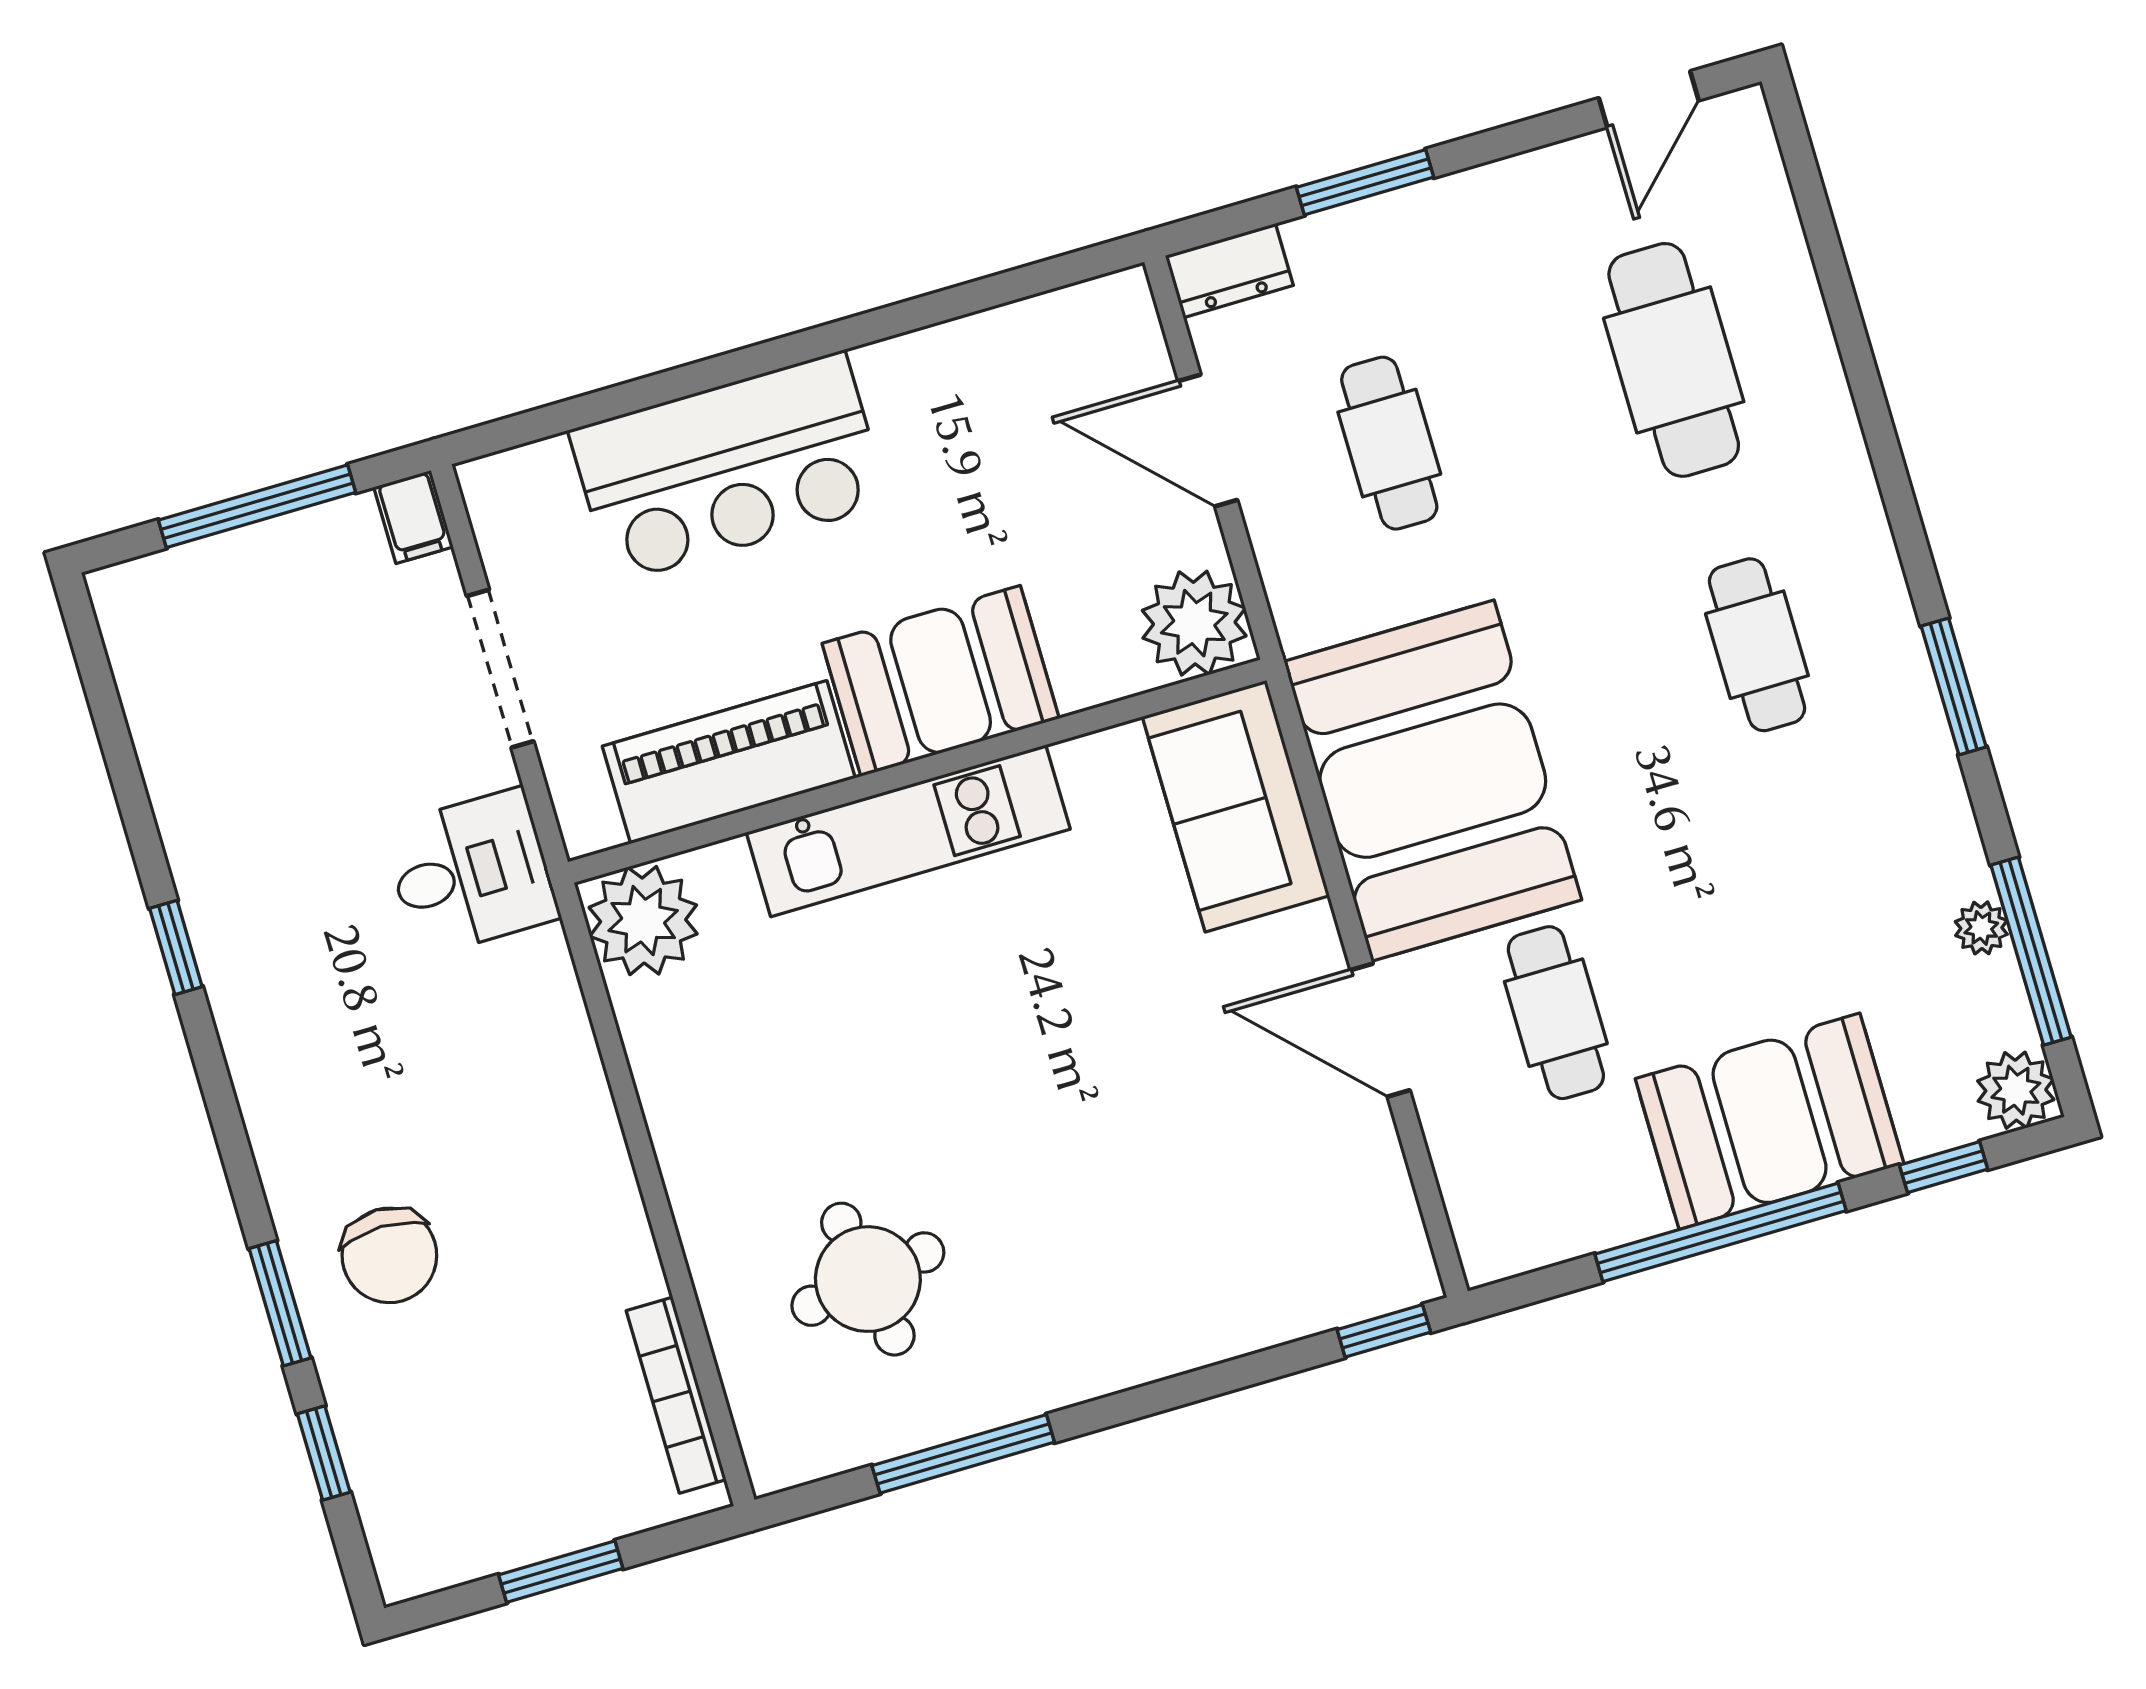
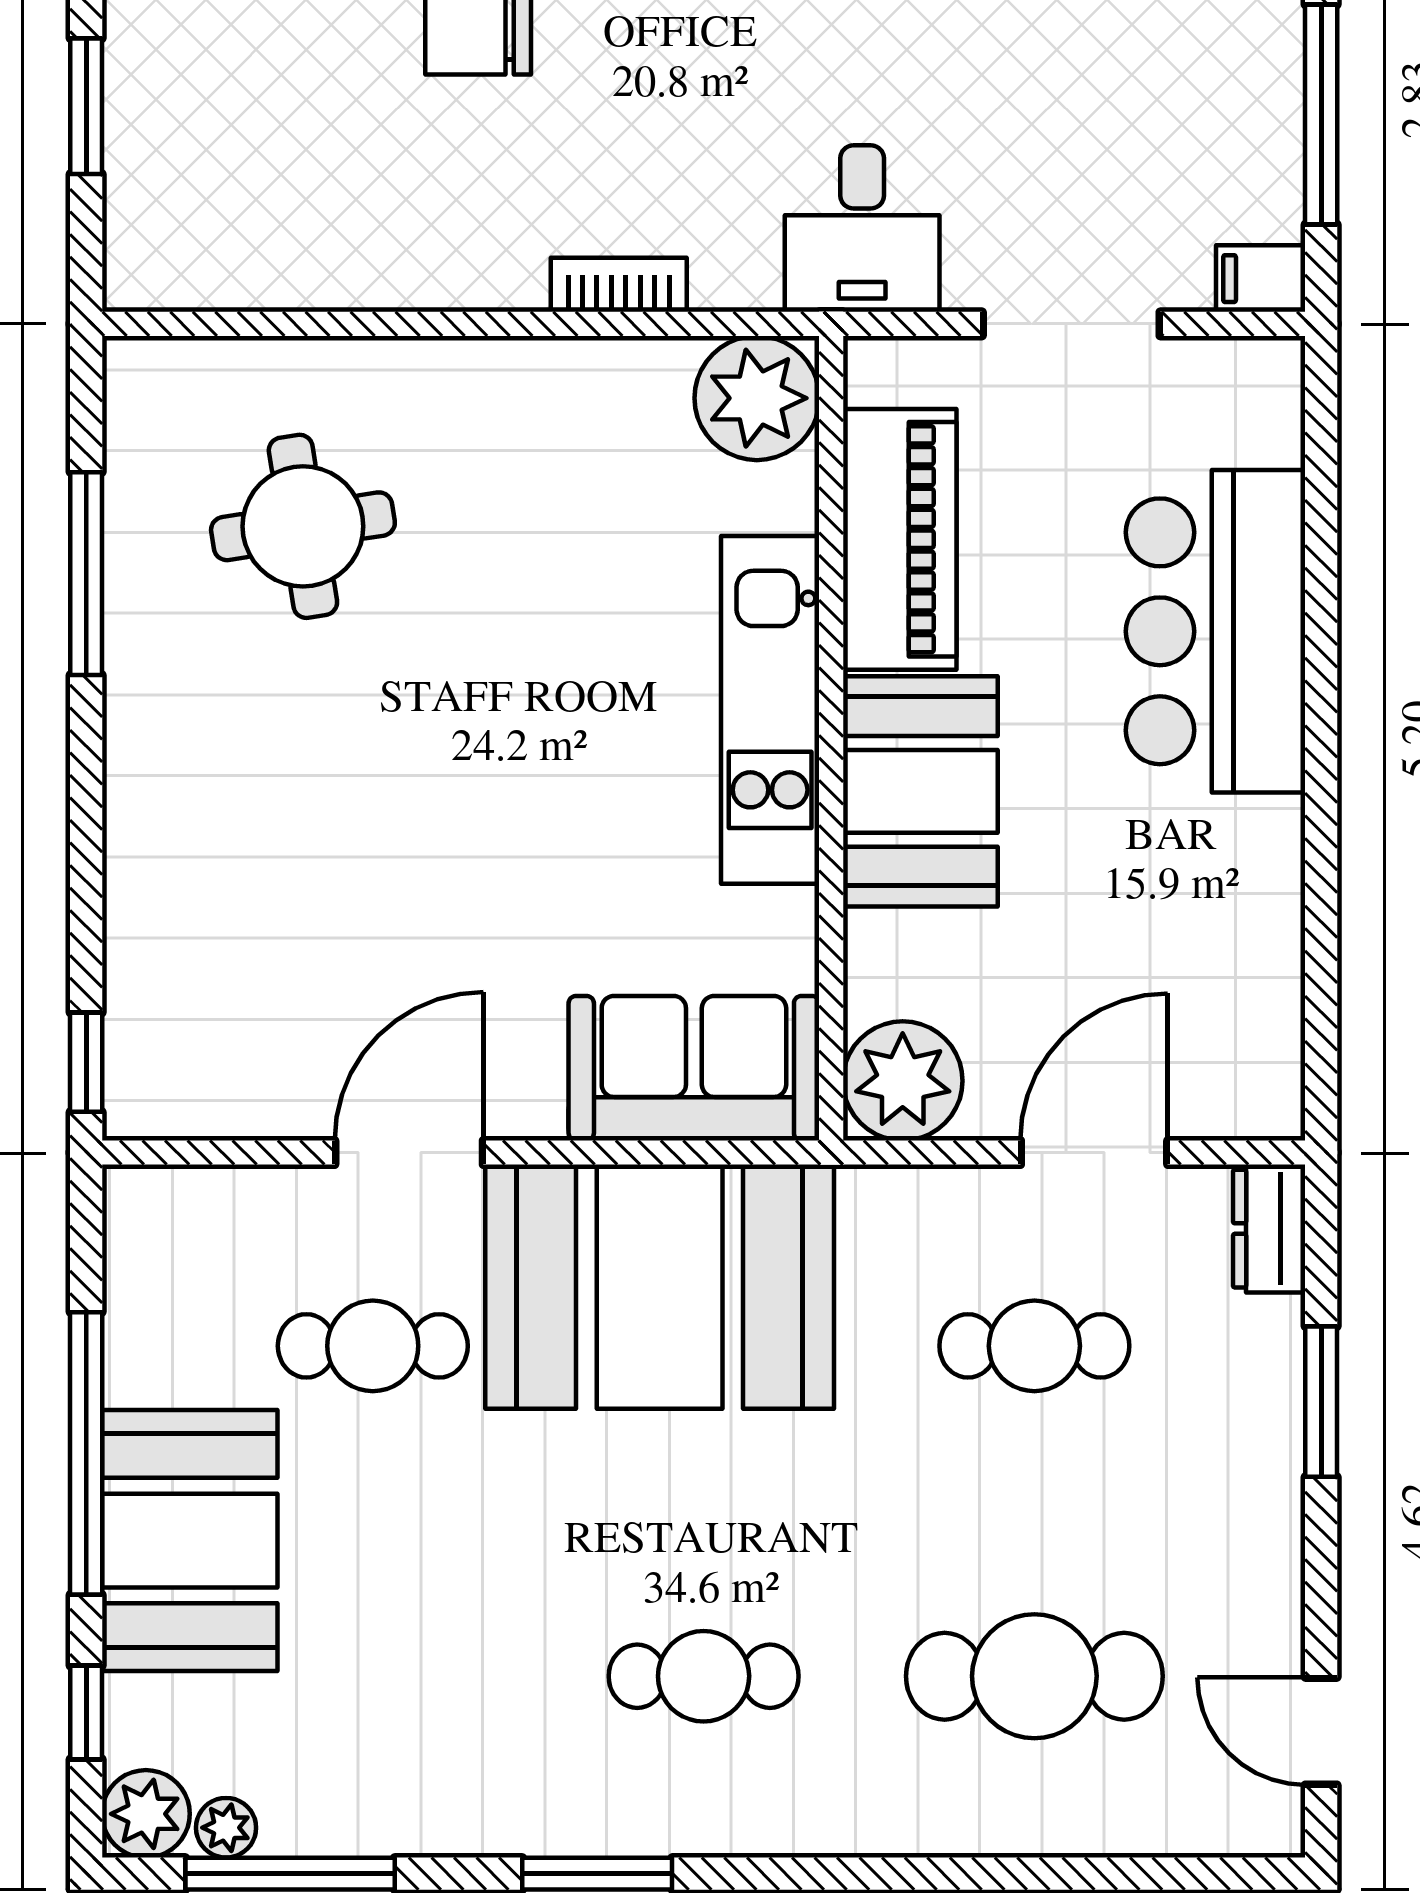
plant: (1981, 928) -> (226, 1828), moved
bookcase: (676, 1395) -> (619, 285), moved, width x0.64

